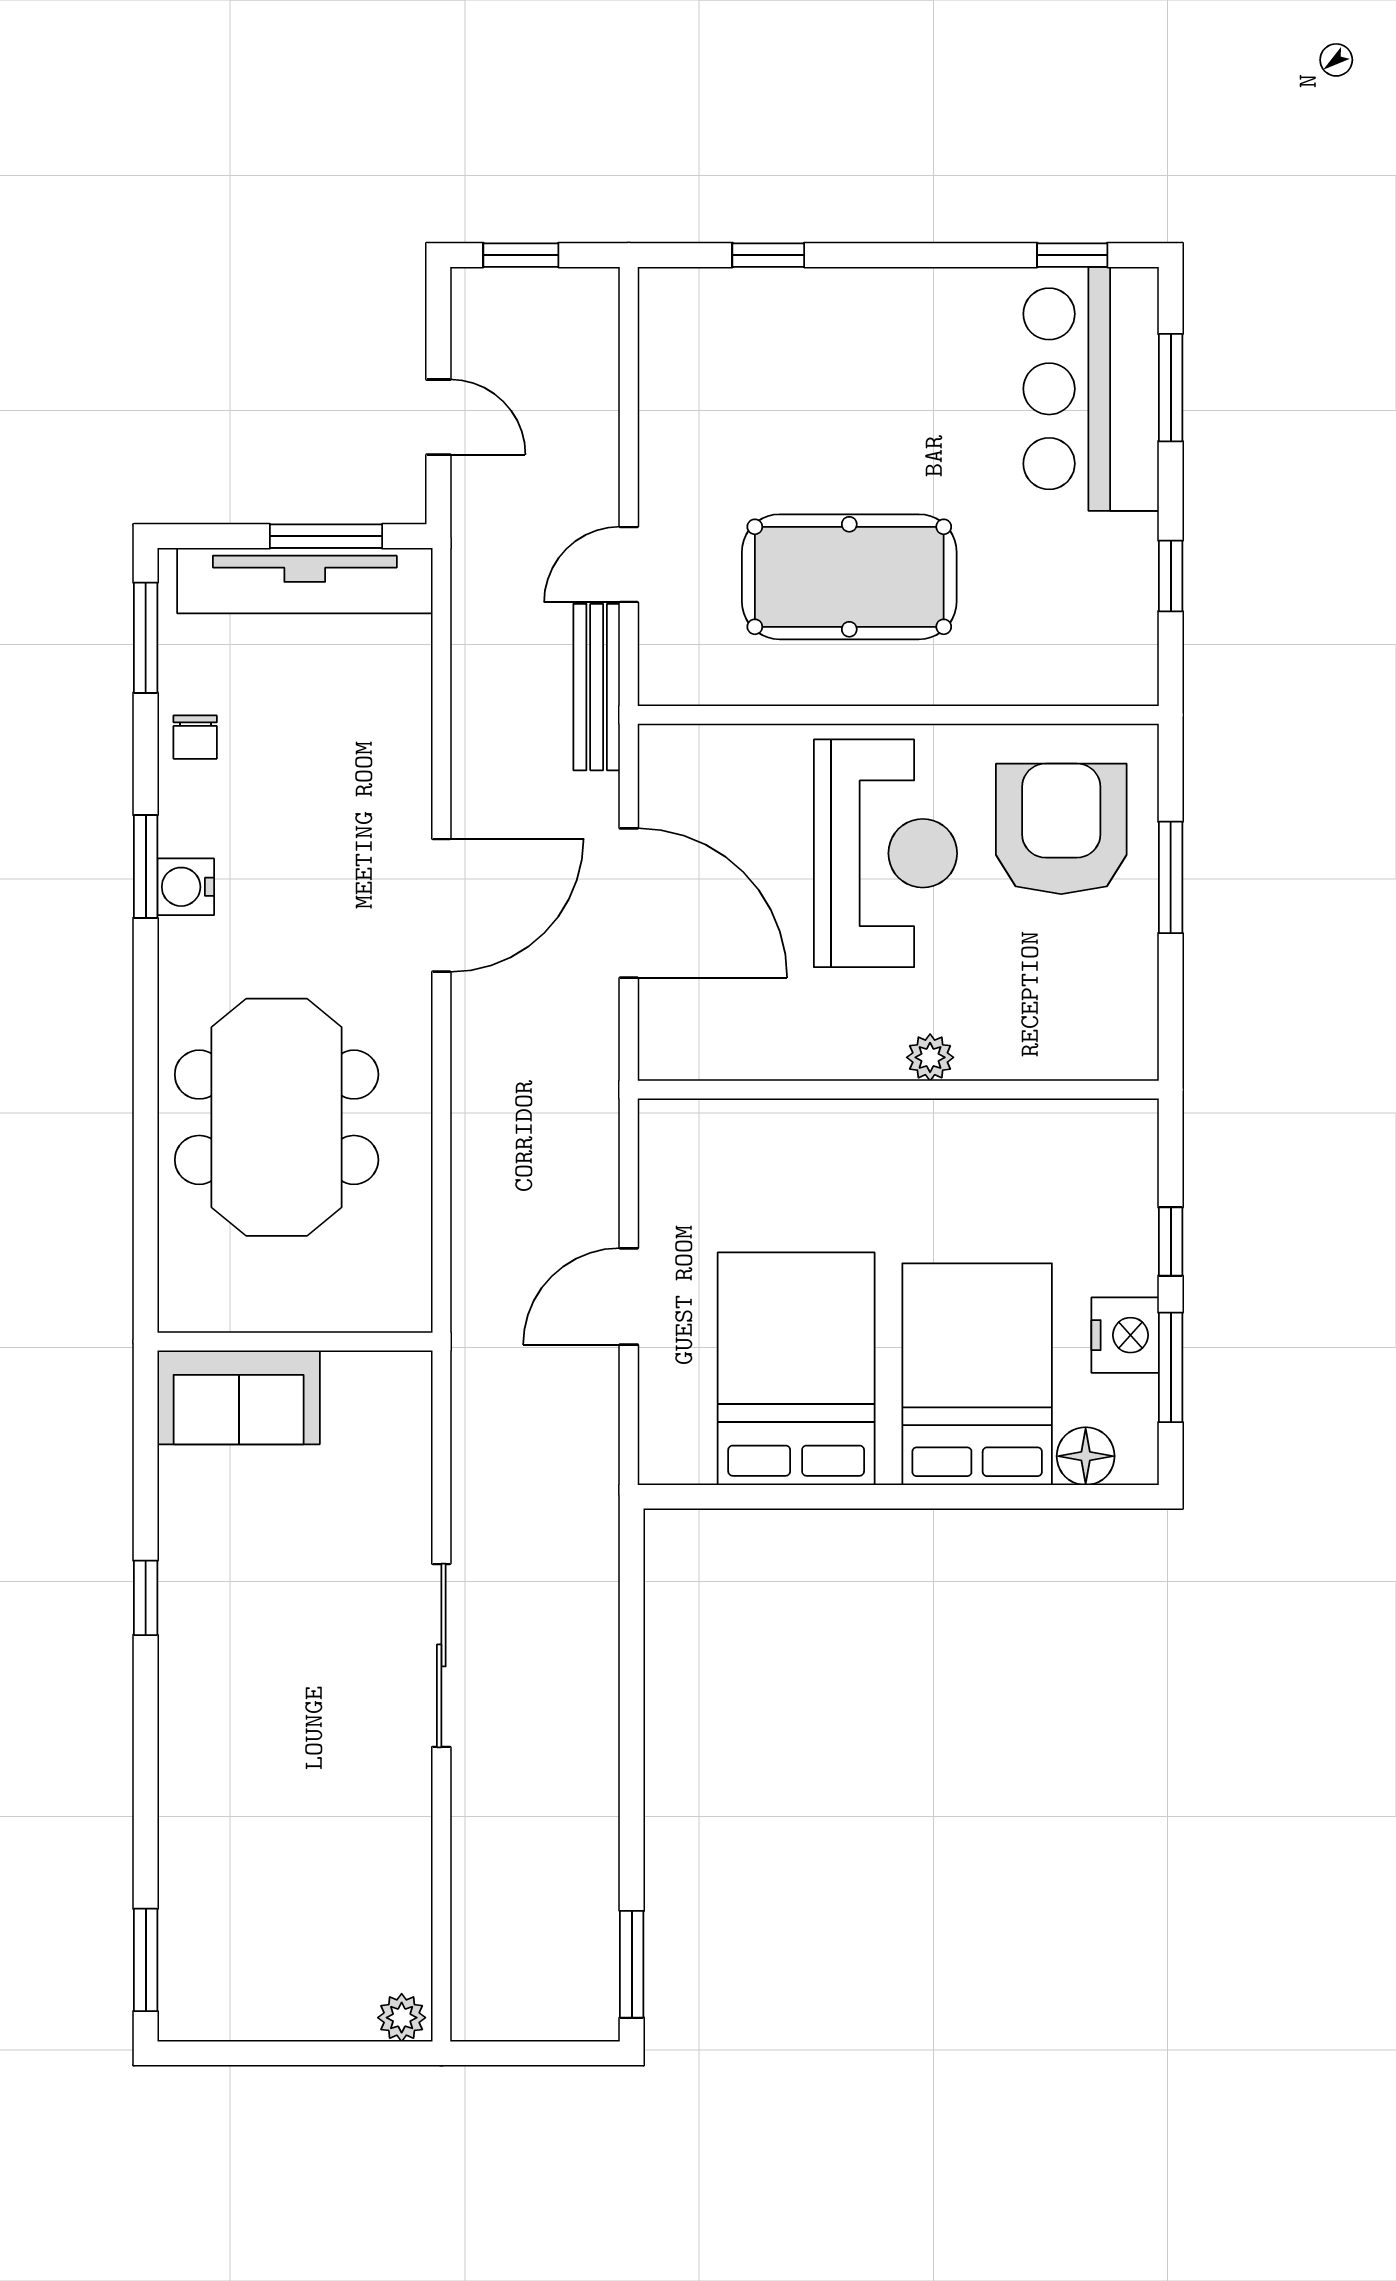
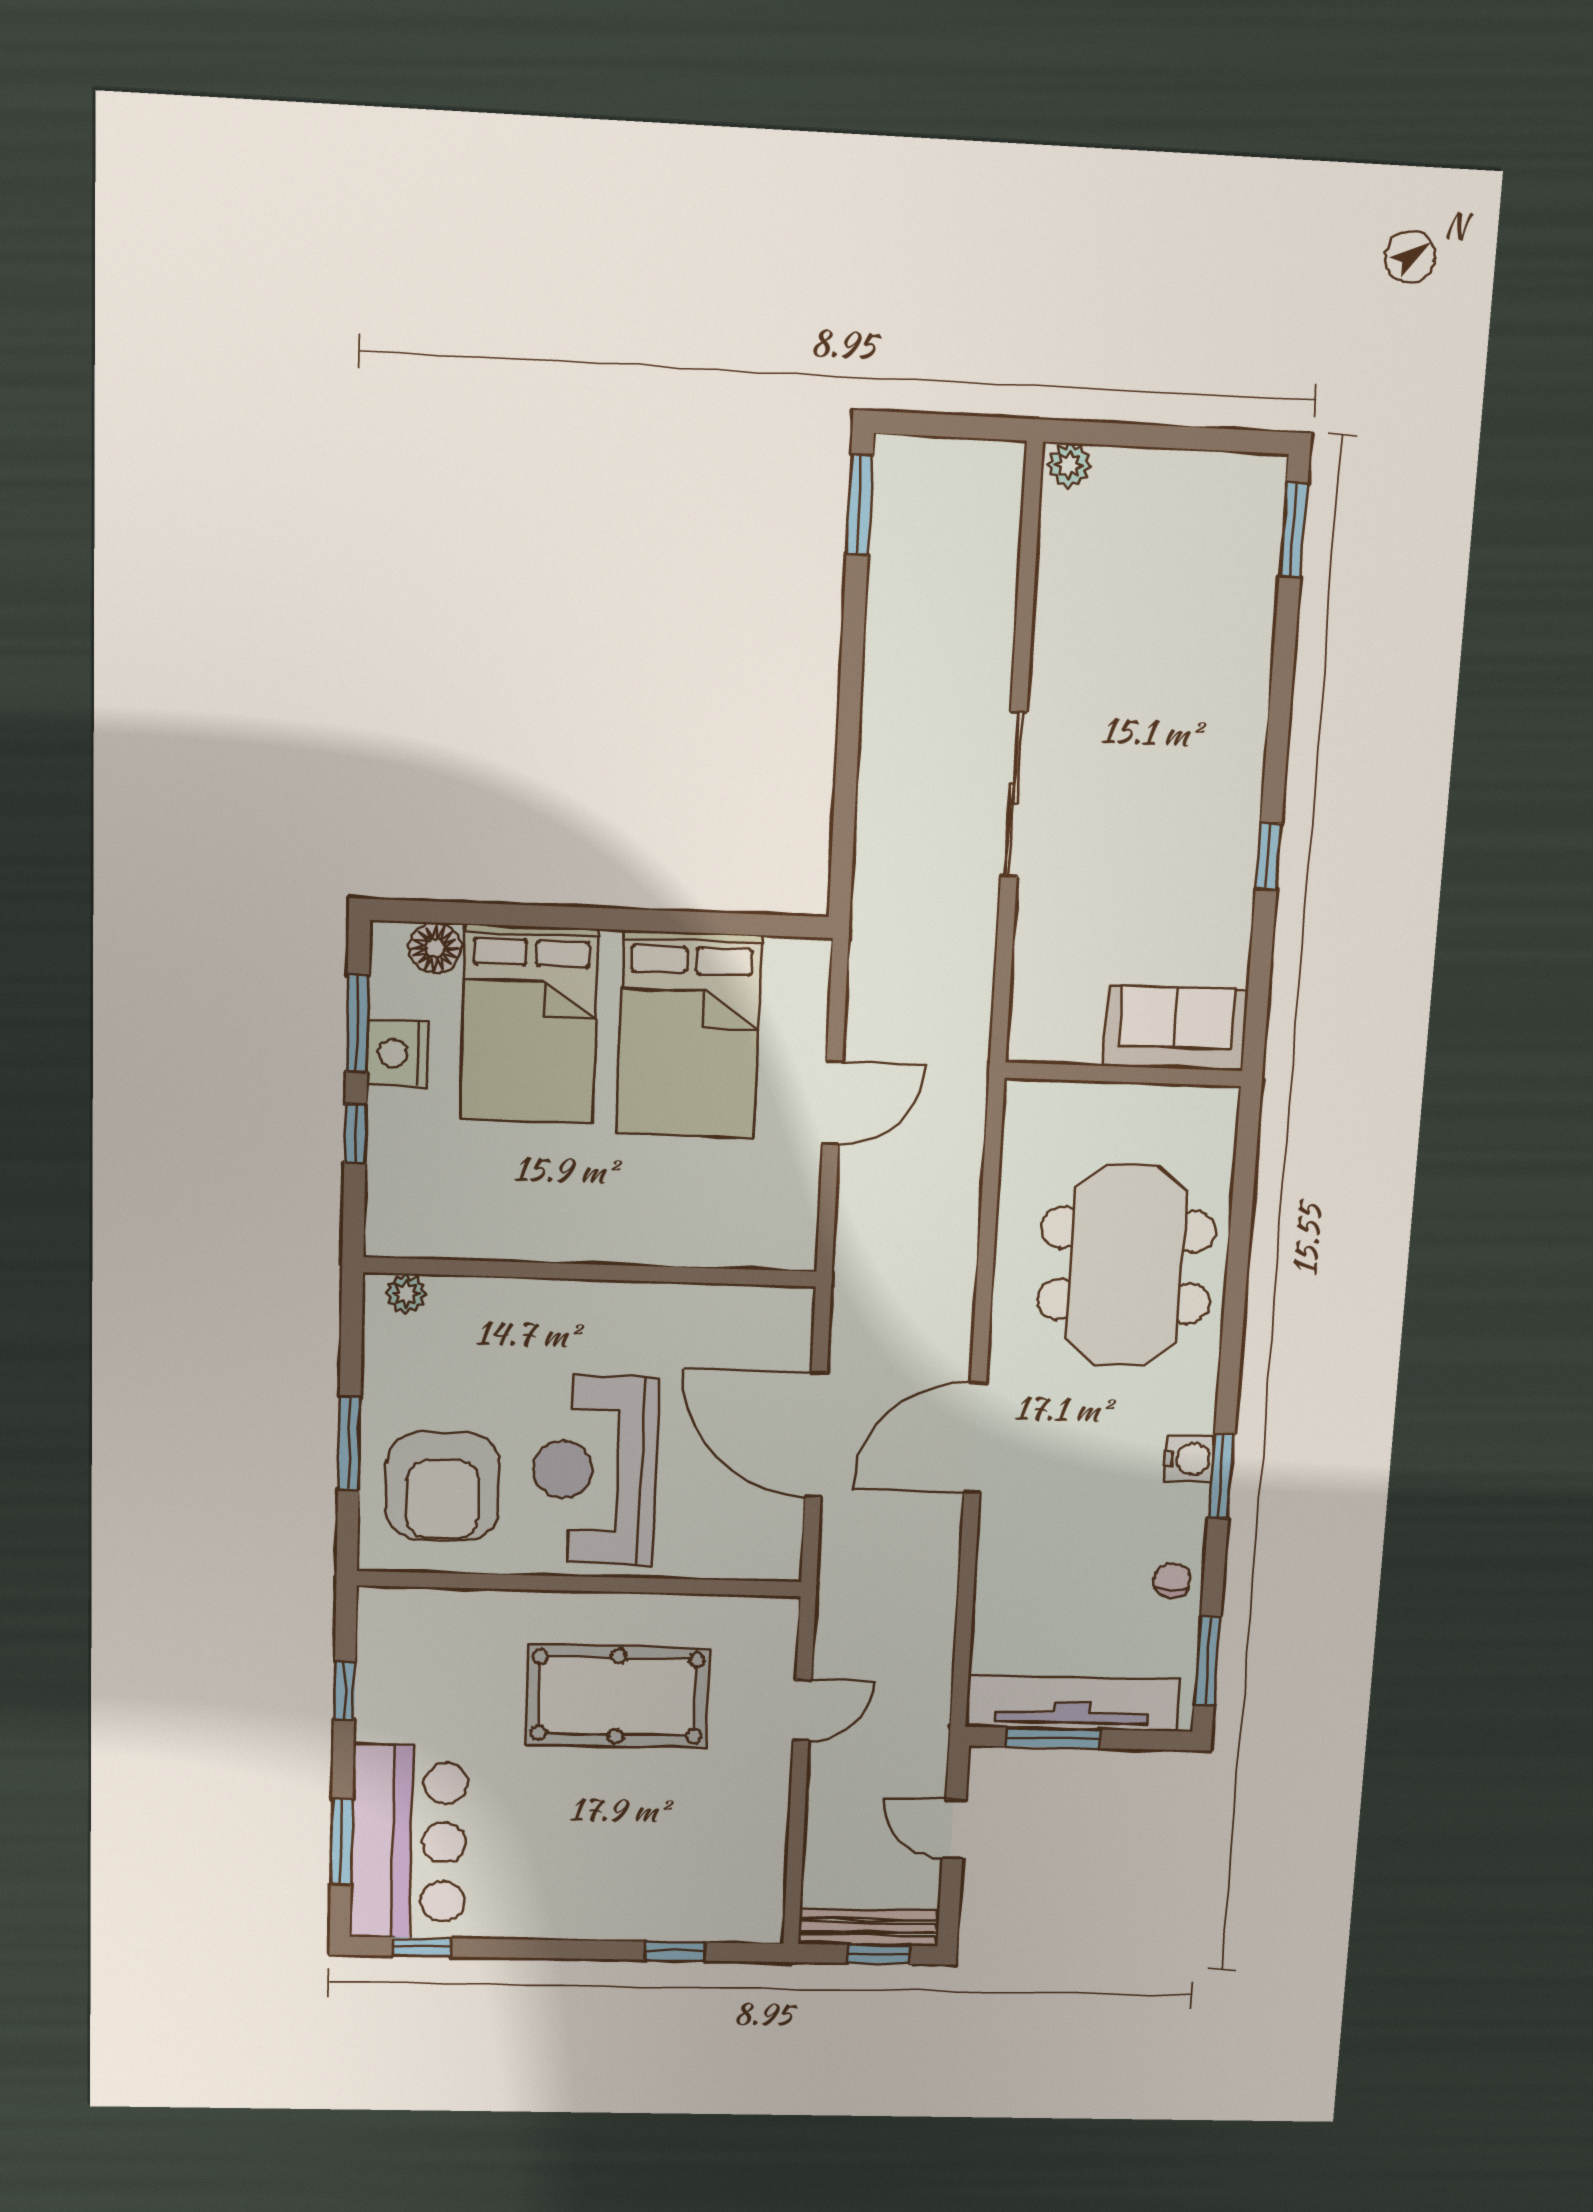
bench: (597, 687) -> (867, 1927), moved, turned 90
plant: (930, 1057) -> (406, 1294), moved

